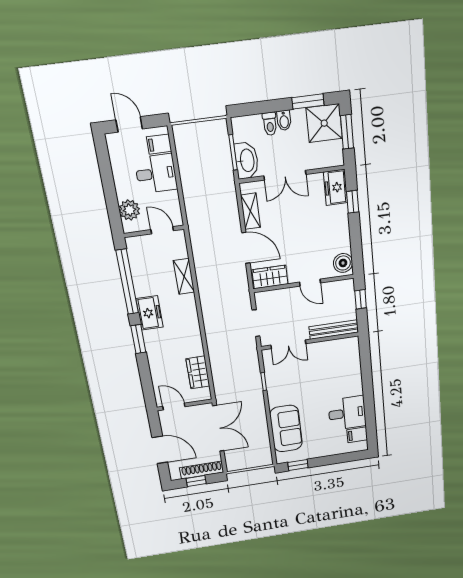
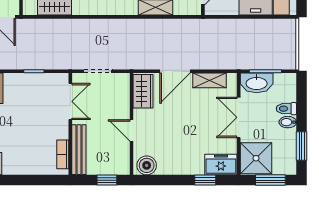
shower: (324, 123) -> (256, 158), moved
door: (310, 283) -> (132, 130), hinge flipped
double door: (288, 344) -> (70, 101), swing flipped
bookcase: (339, 344) -> (63, 154), added

